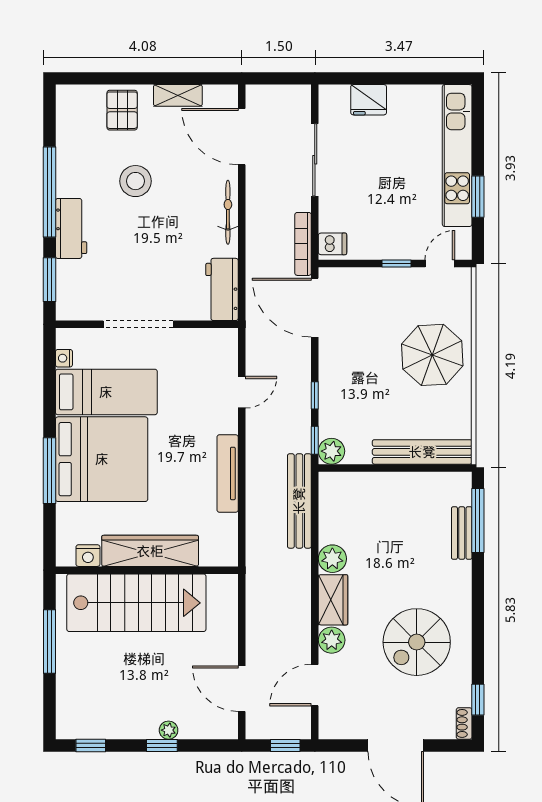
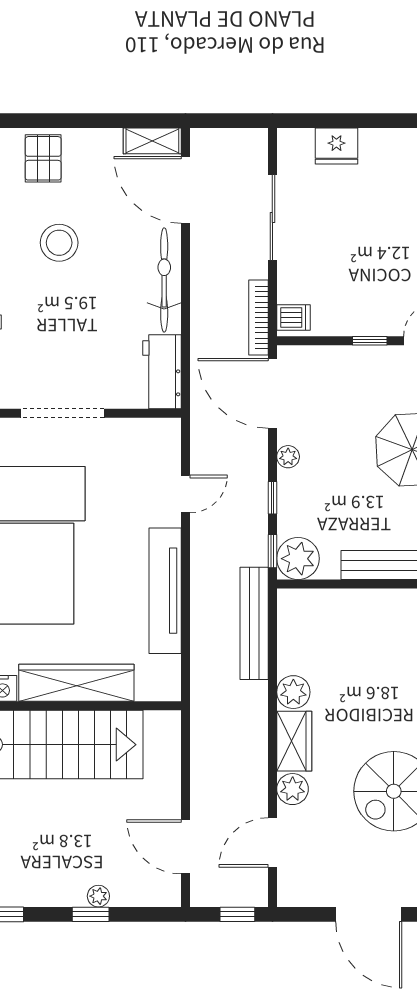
shelving: (178, 95) -> (152, 141), moved
bicycle: (228, 212) -> (164, 280), width x1.37, depth x1.40
plant: (328, 361) -> (288, 457), added
plant: (331, 451) -> (298, 559), width x1.36, depth x1.36
tv unit: (228, 473) -> (165, 591), width x1.36, depth x1.29

